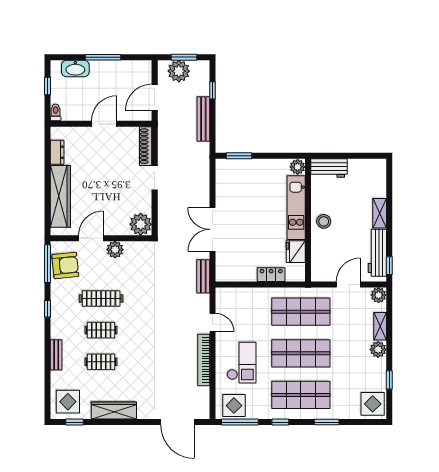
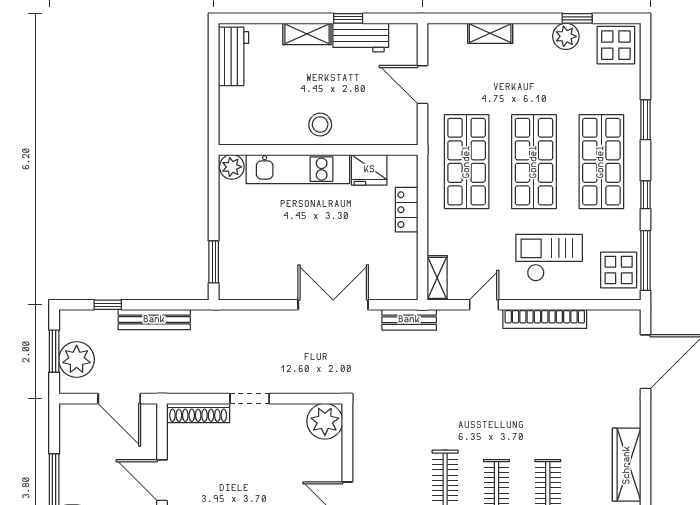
workbench: (329, 168) -> (233, 56), moved
double door: (213, 229) -> (333, 305), swing flipped
plant: (115, 250) -> (366, 463), removed
workbench: (377, 253) -> (361, 38), width x0.73
window: (389, 266) -> (348, 18), moved
shelving: (229, 294) -> (437, 278), added
plant: (379, 295) -> (440, 36), removed
plant: (378, 349) -> (566, 36), moved

